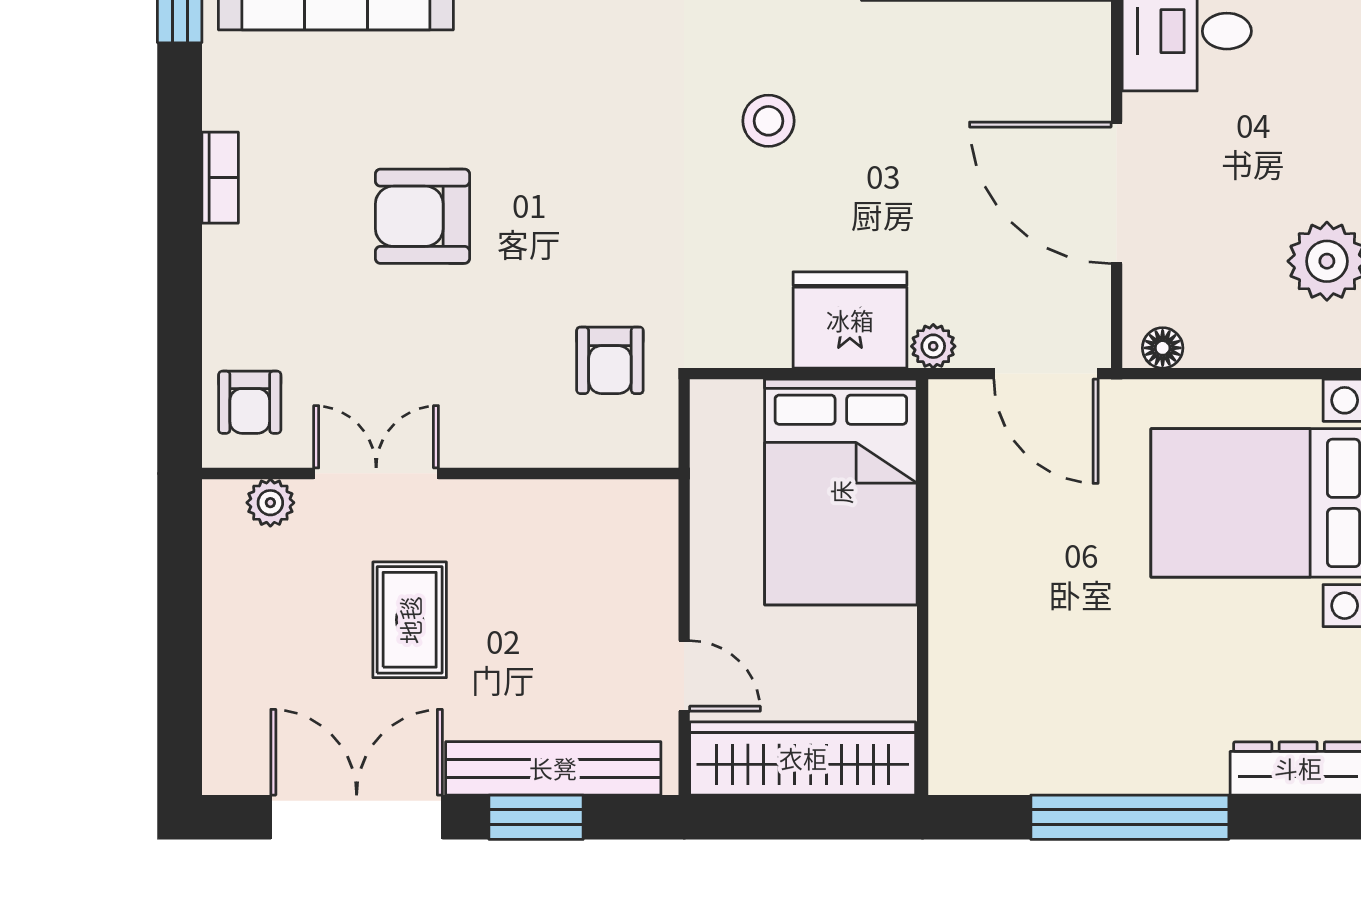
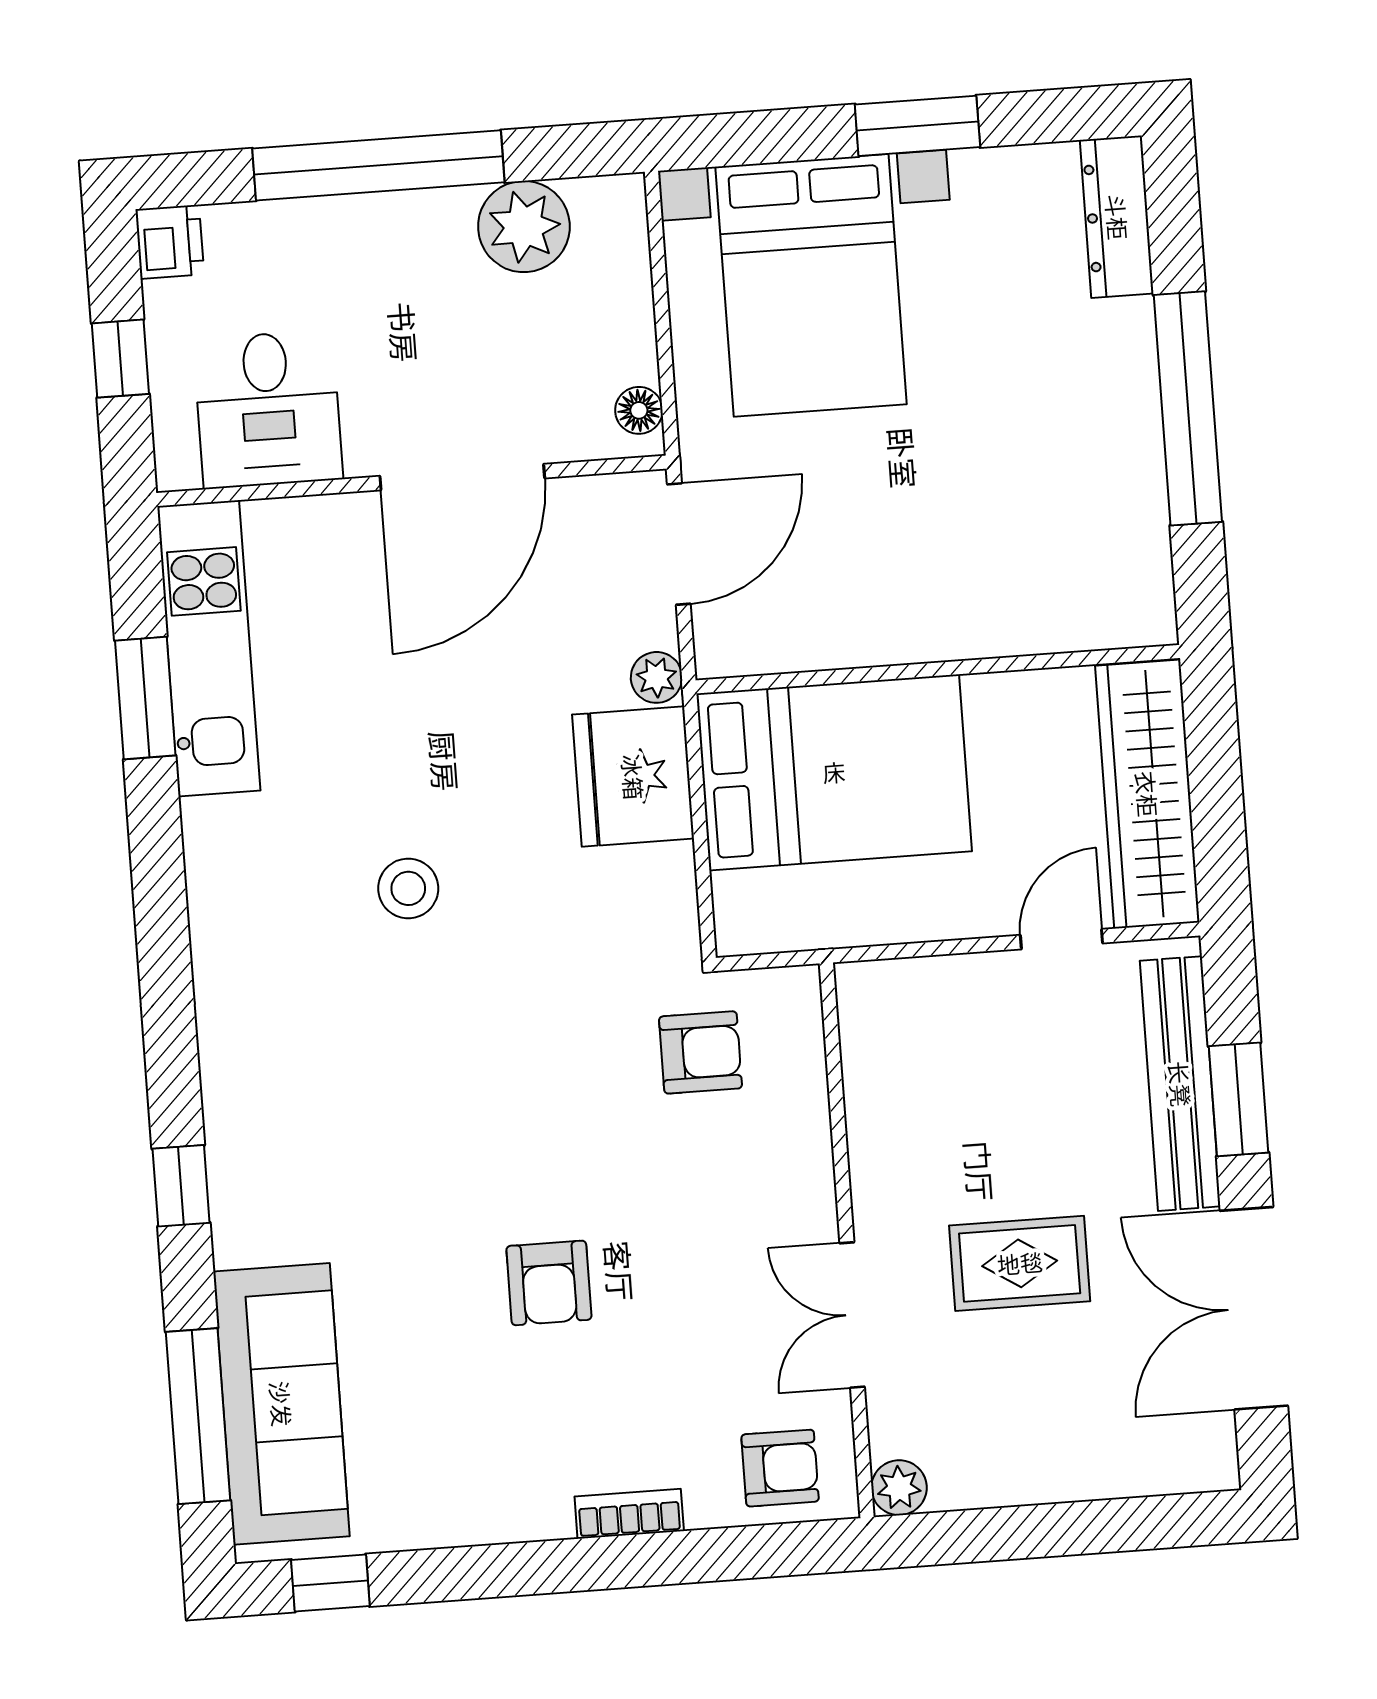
bookcase: (220, 178) -> (629, 1514), moved
armchair: (422, 216) -> (549, 1283), width x0.72, depth x0.72
plant: (270, 503) -> (899, 1488), moved

